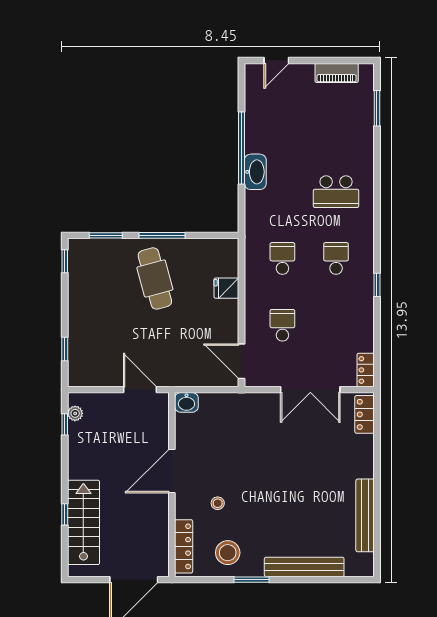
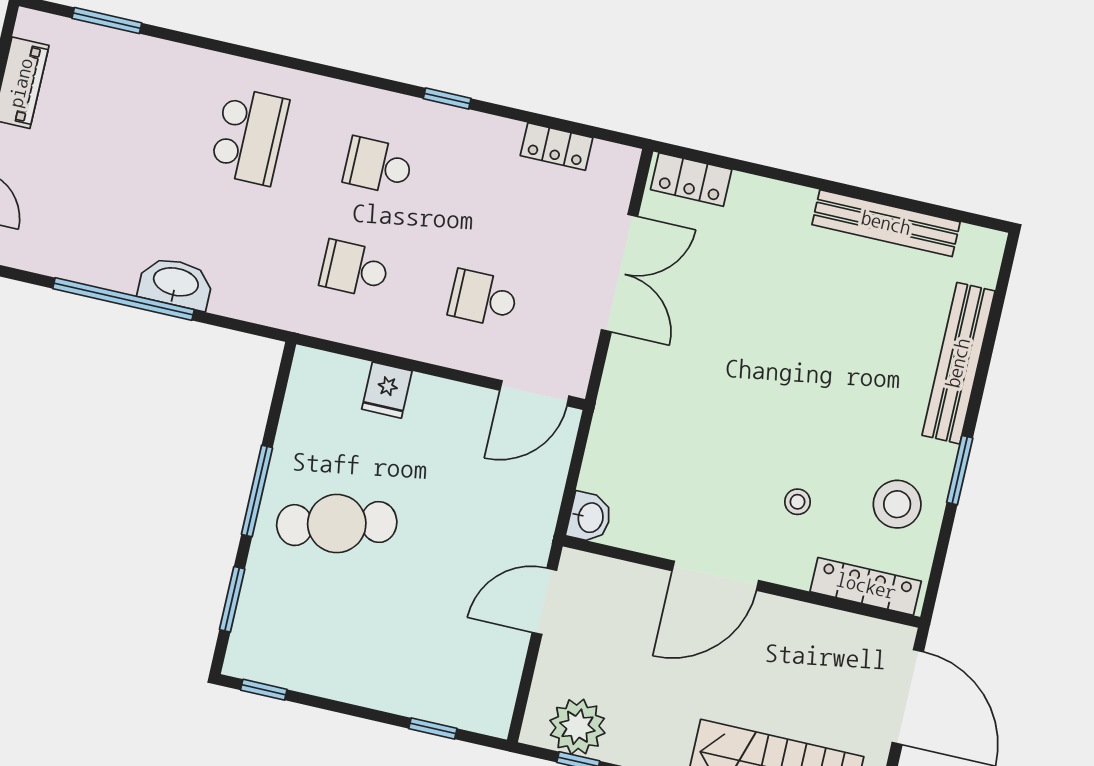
locker: (366, 370) -> (557, 147), moved
plant: (75, 413) -> (577, 727), width x1.88, depth x1.88
door: (172, 471) -> (715, 576), hinge flipped

